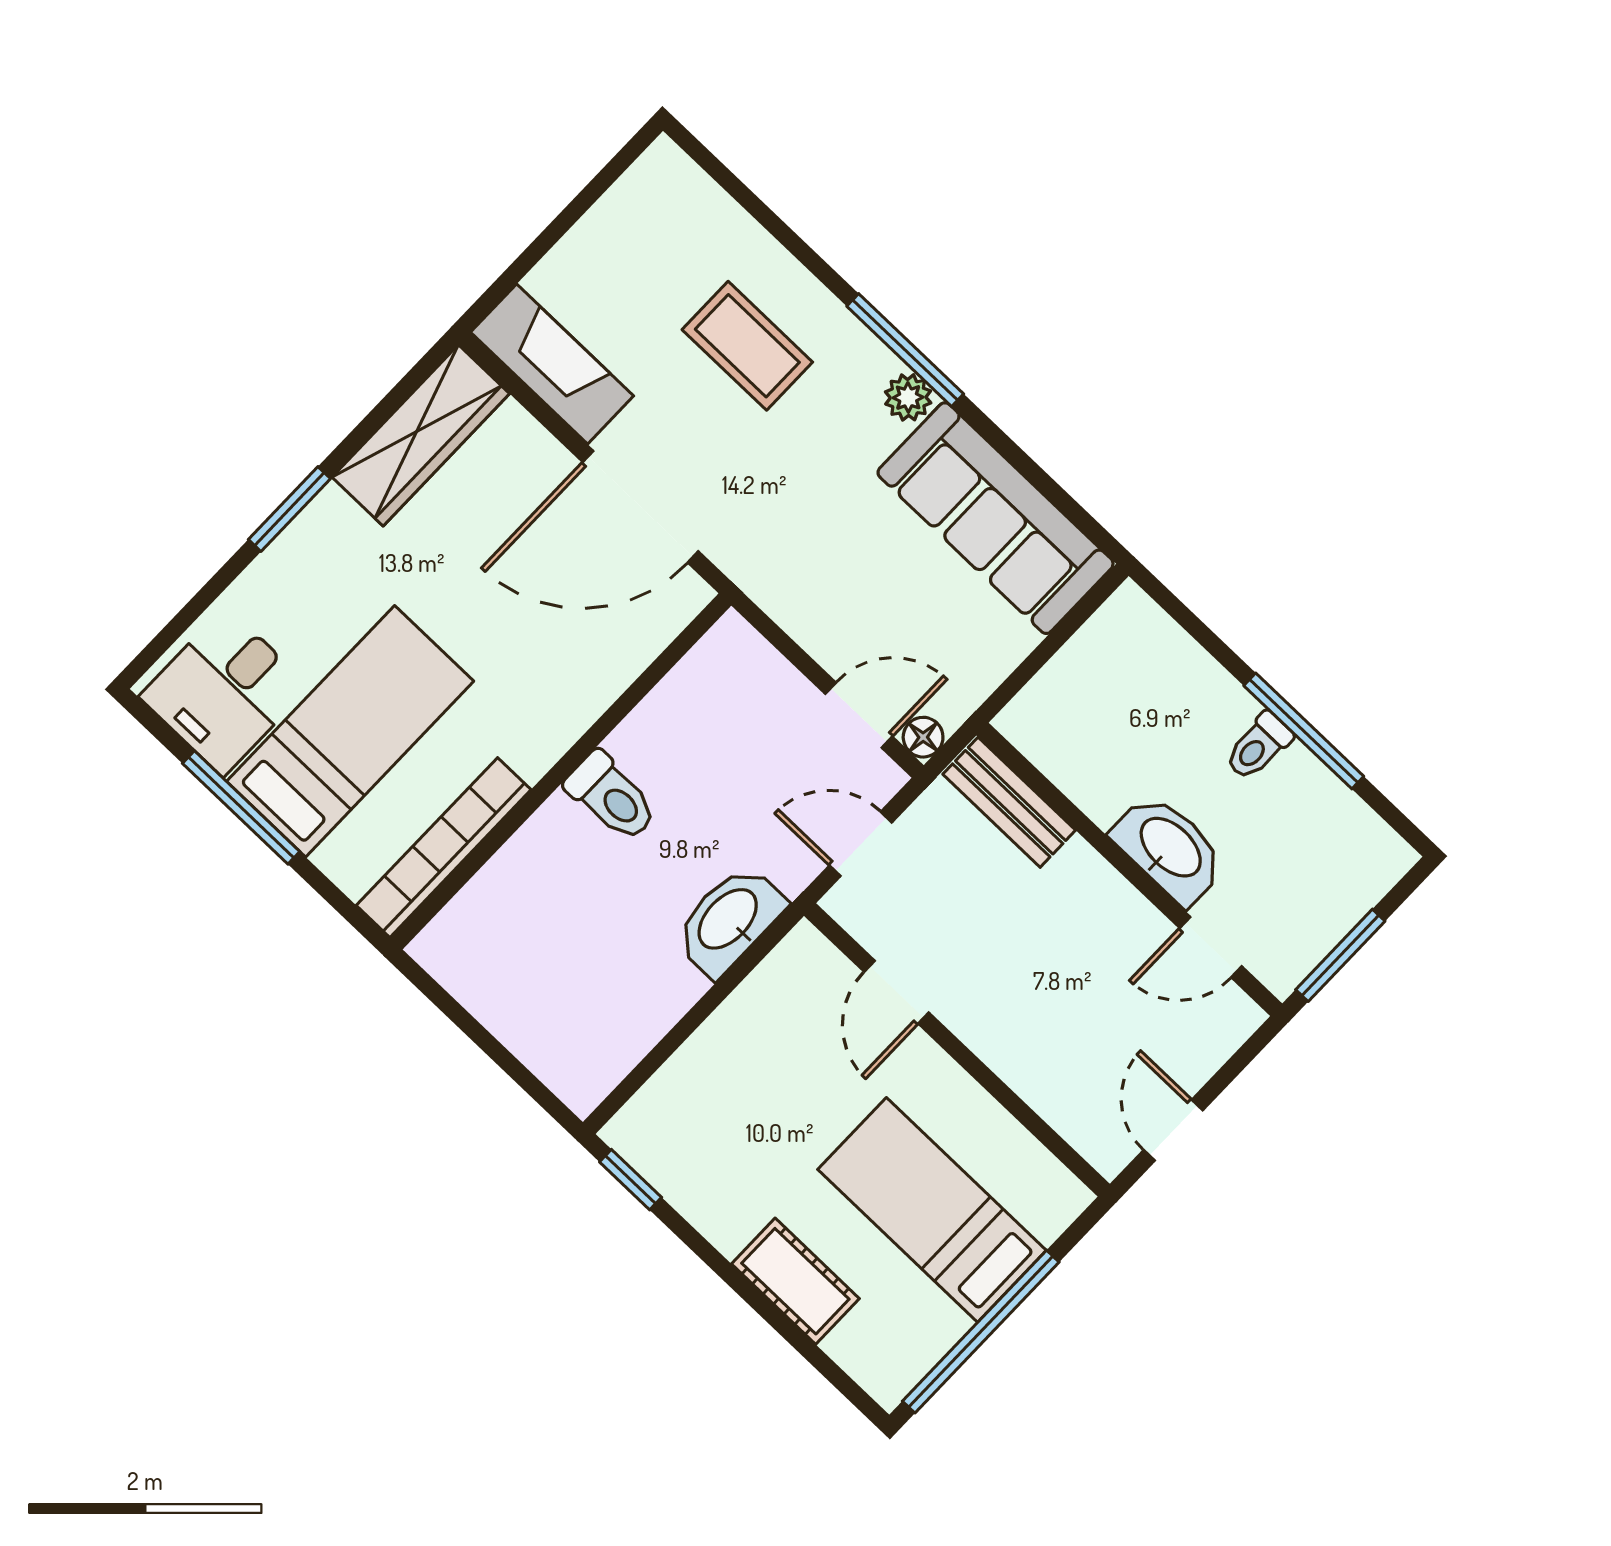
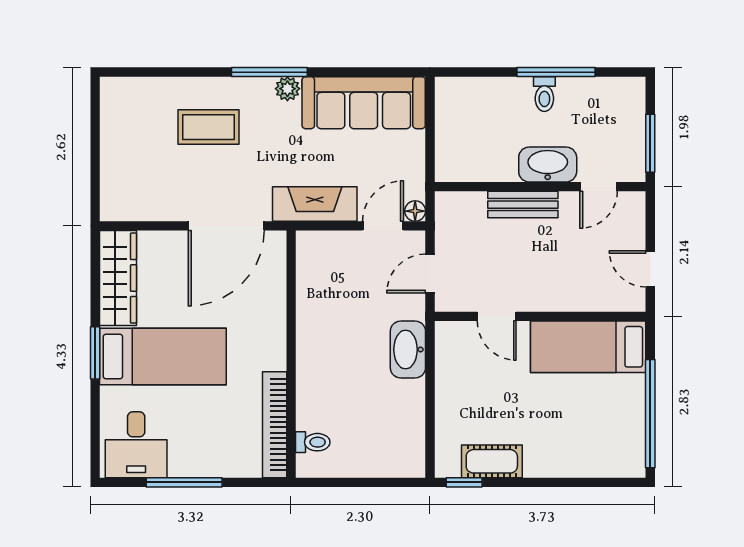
fireplace: (552, 364) -> (315, 204), moved
bed: (350, 731) -> (163, 357), moved, turned 90
toilet: (611, 797) -> (313, 442), moved, width x0.73, depth x0.72
bench: (1009, 802) -> (523, 205), moved
bed: (932, 1210) -> (588, 347), moved
cot: (795, 1281) -> (492, 461), moved

